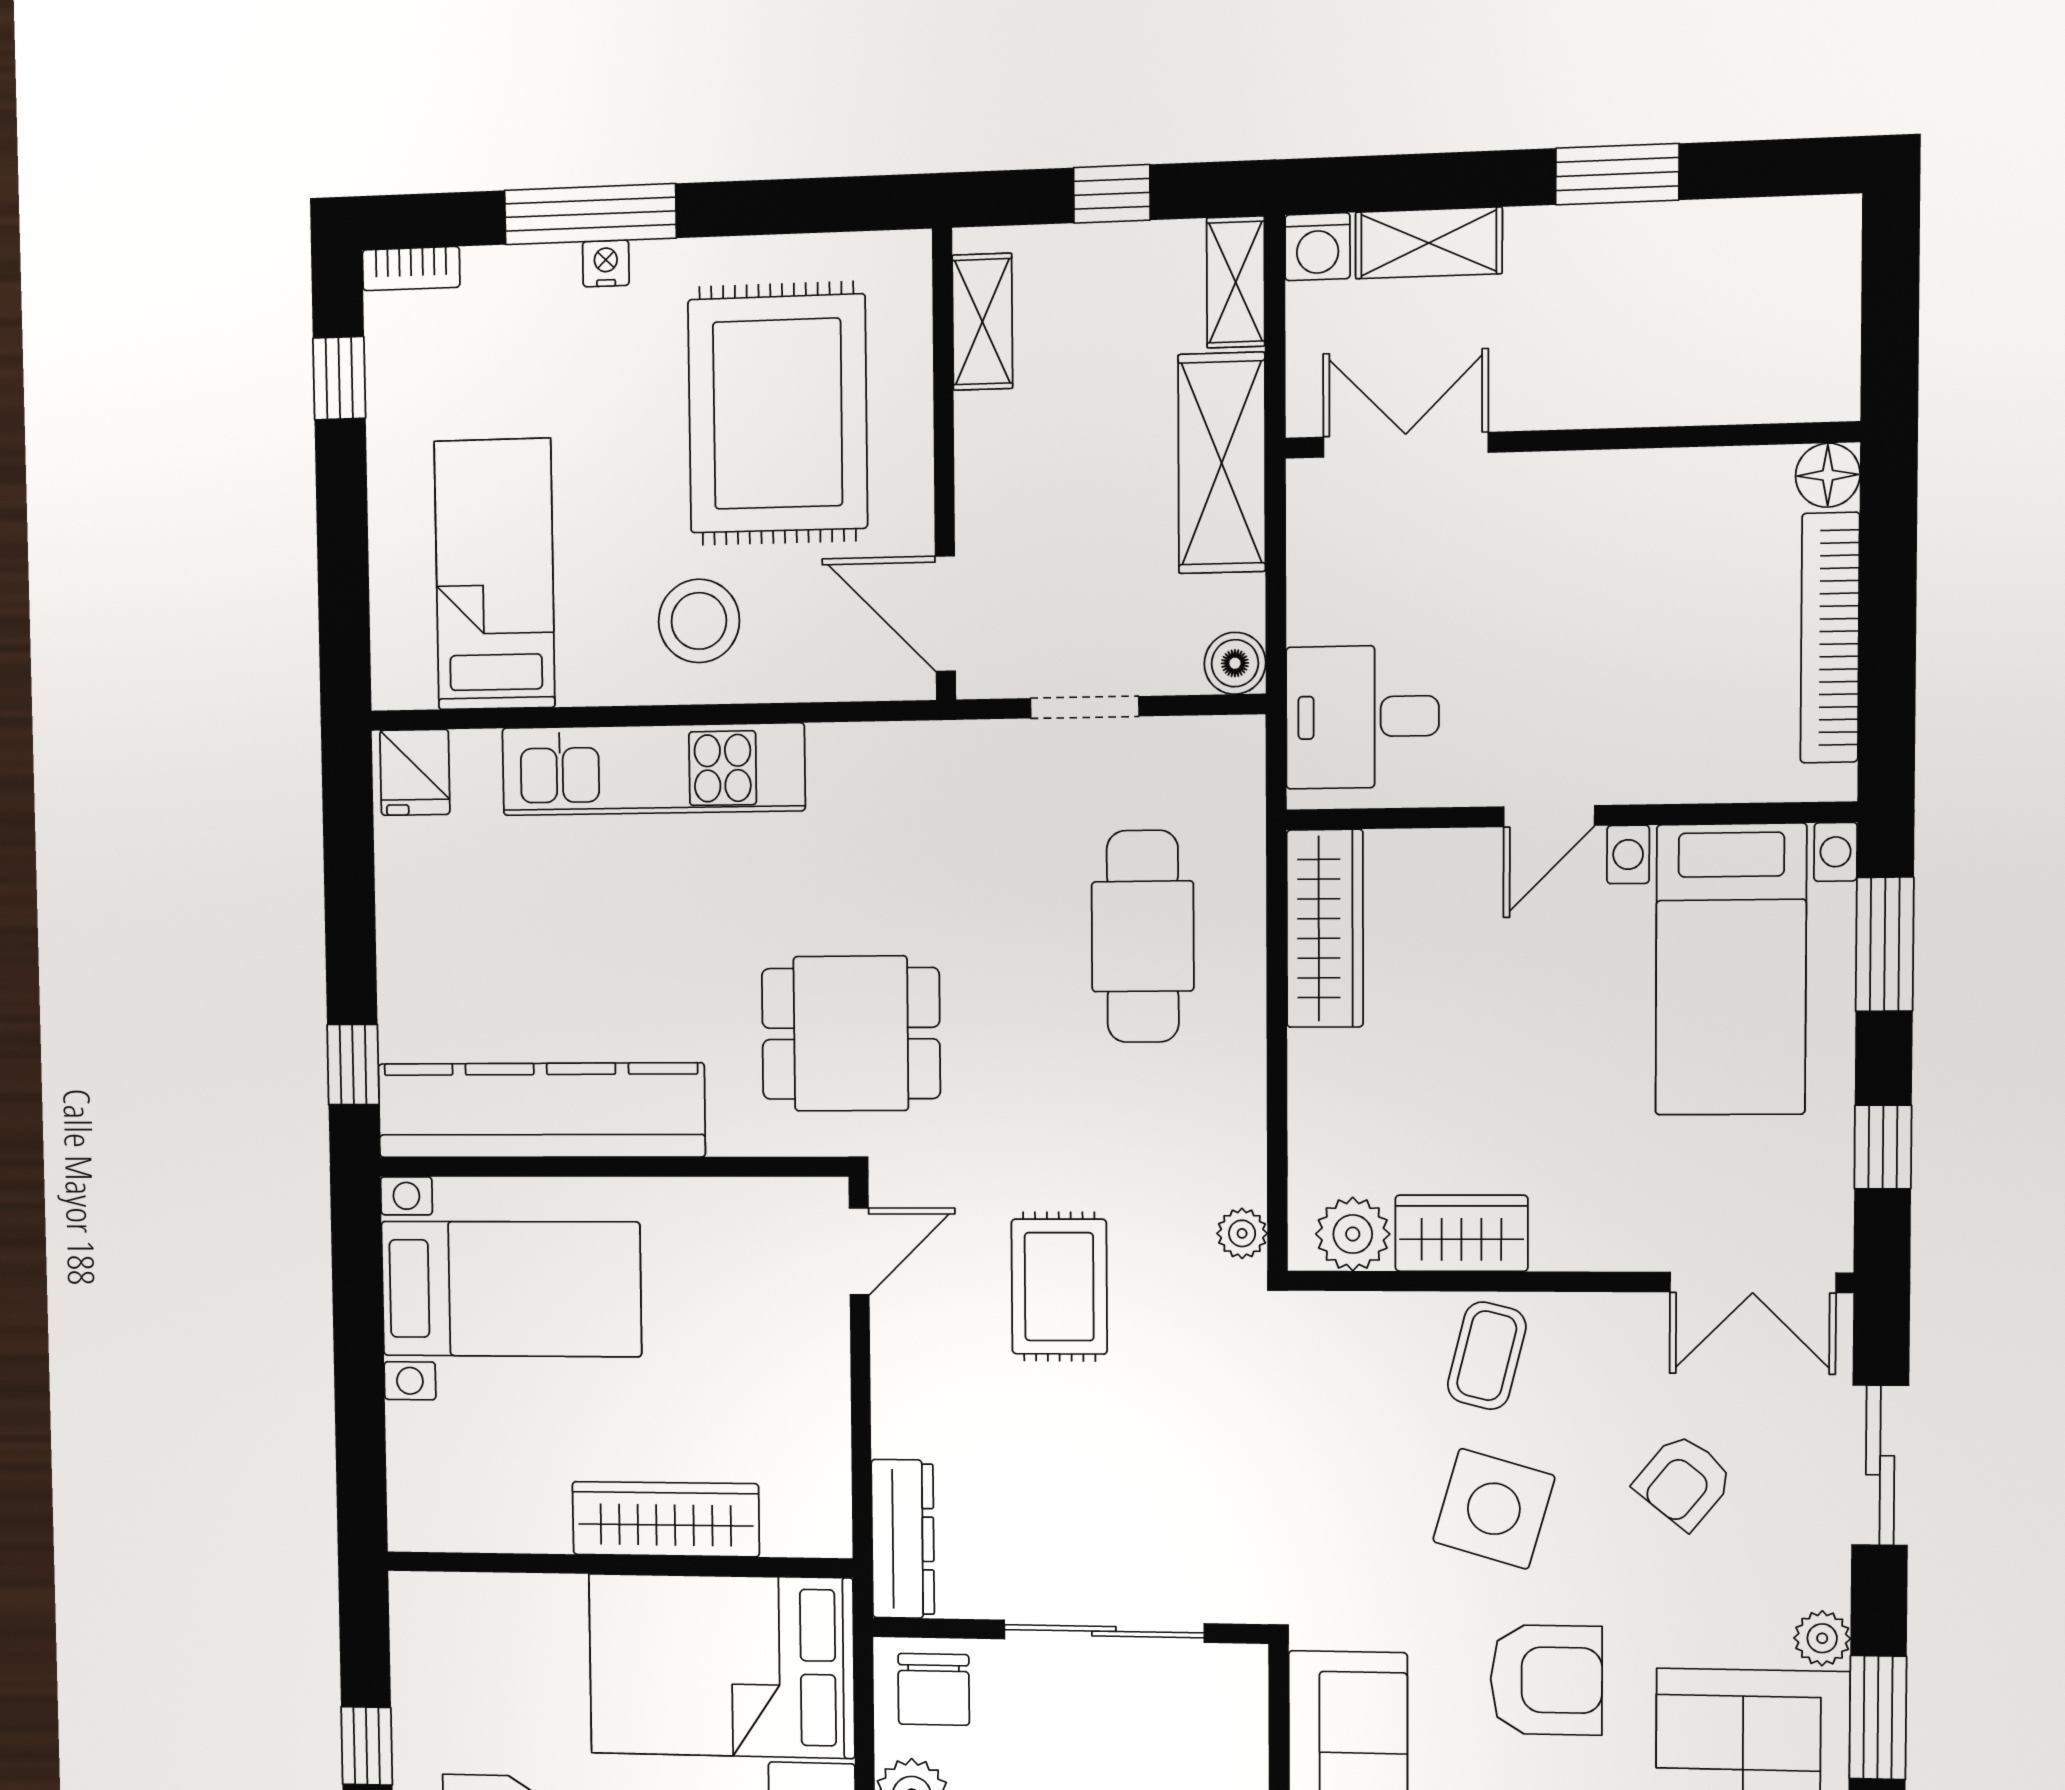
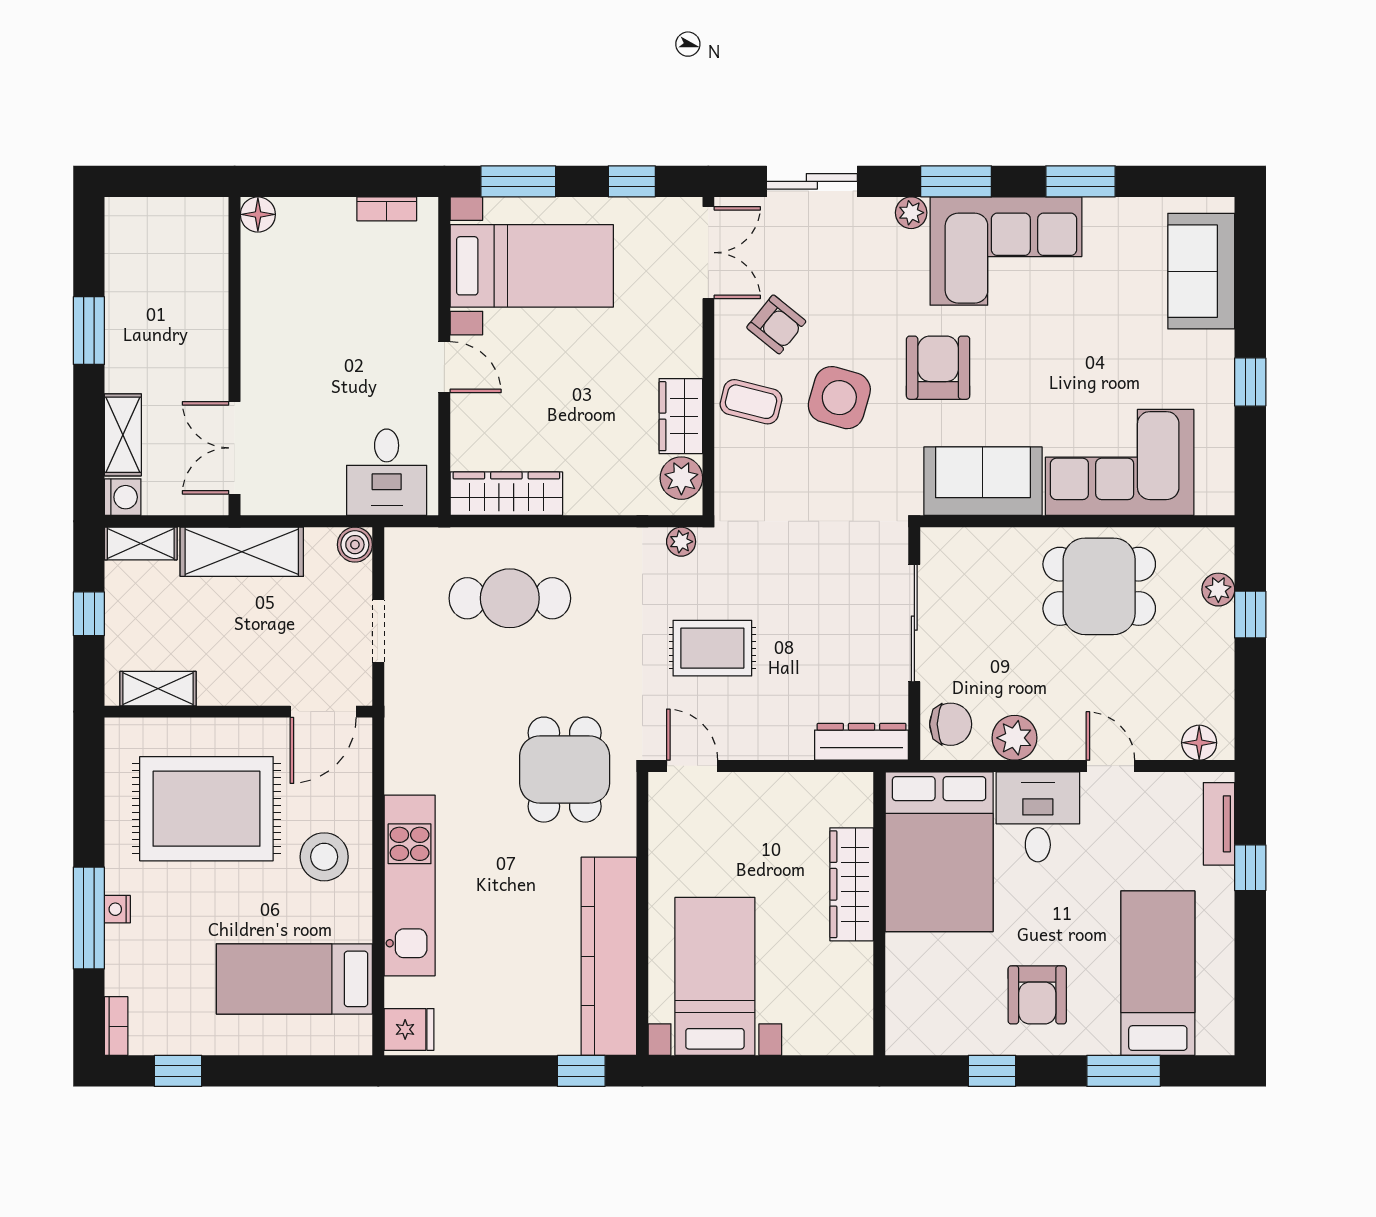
bookcase: (1830, 638) -> (387, 209), width x0.43, depth x0.76
armchair: (1684, 1481) -> (776, 324), moved

